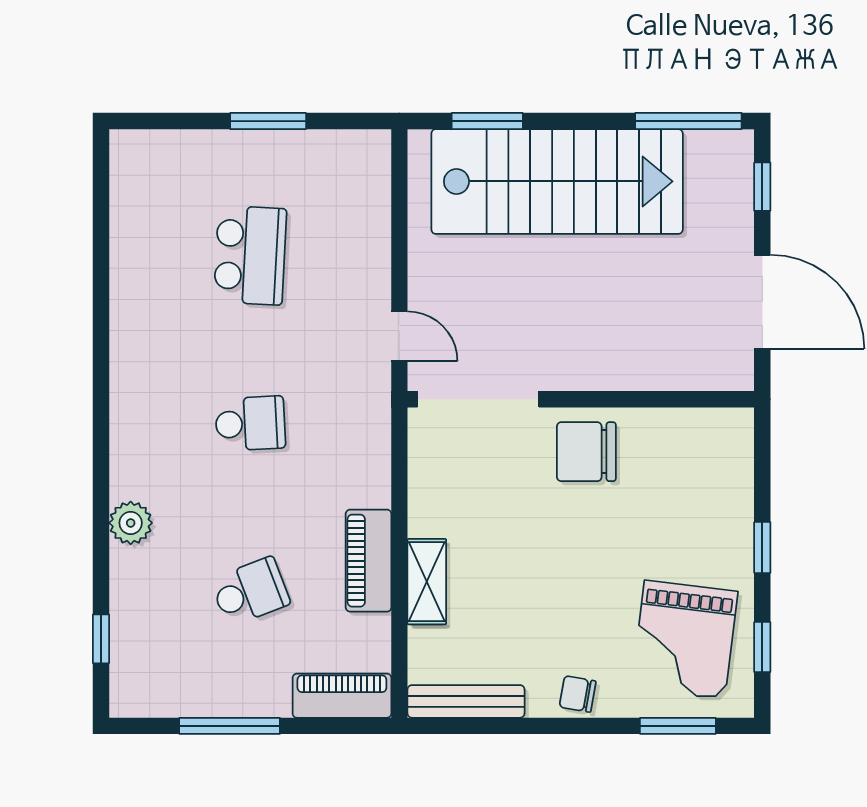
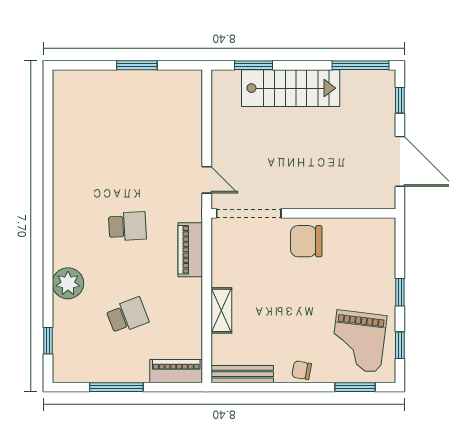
stairs: (557, 181) -> (291, 88), width x0.73, depth x0.66
school desk: (250, 255) -> (127, 137), removed
plant: (131, 523) -> (68, 283), width x1.36, depth x1.36
piano: (369, 561) -> (190, 250), moved

